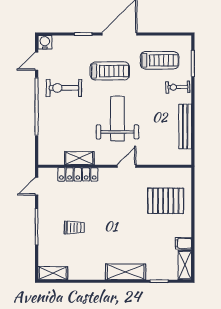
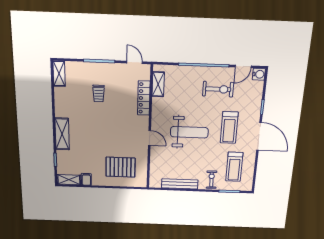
door: (37, 61) -> (243, 66), swing flipped
exercise bike: (64, 88) -> (218, 89), turned 90
shelving: (79, 158) -> (158, 84), moved
pallet: (166, 201) -> (121, 167), turned 90

